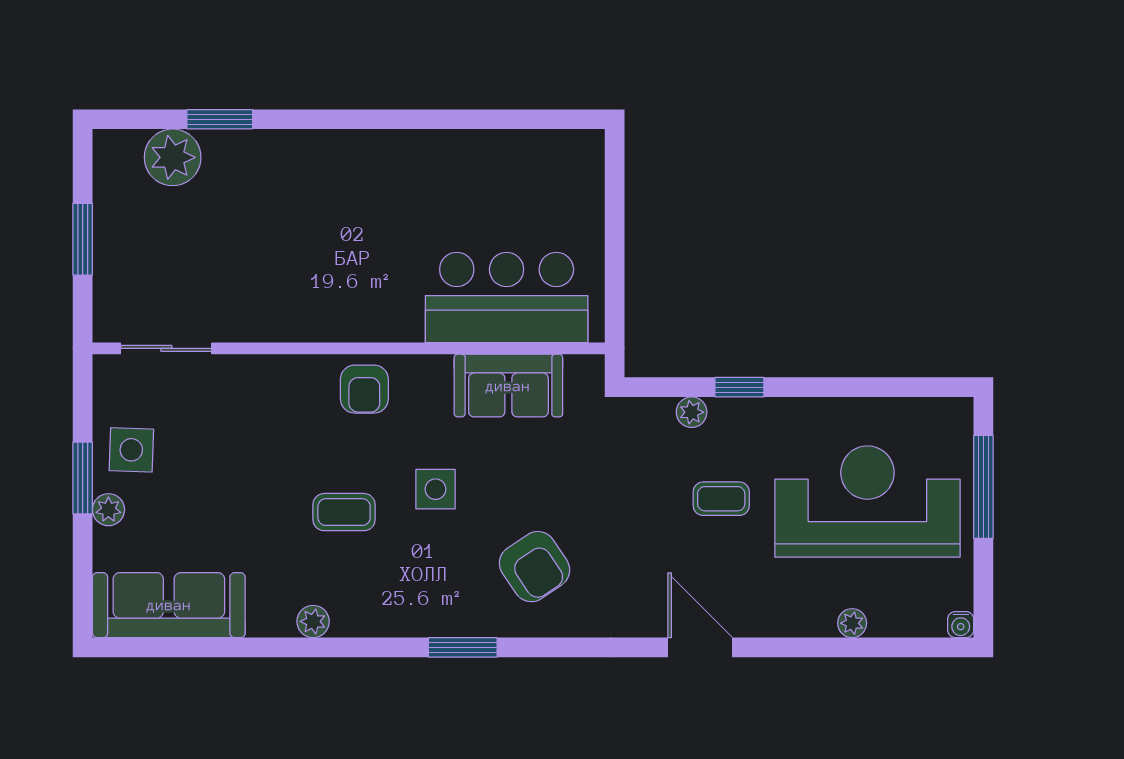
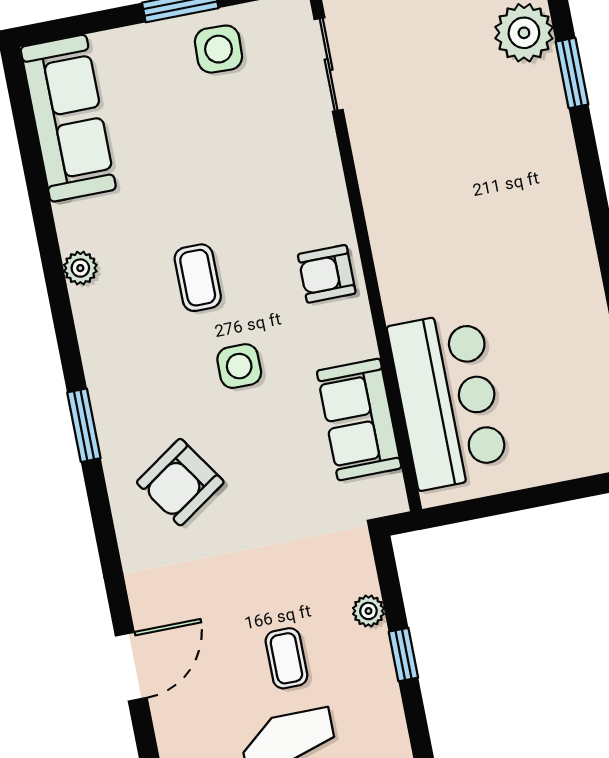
plant: (108, 510) -> (153, 38), removed

